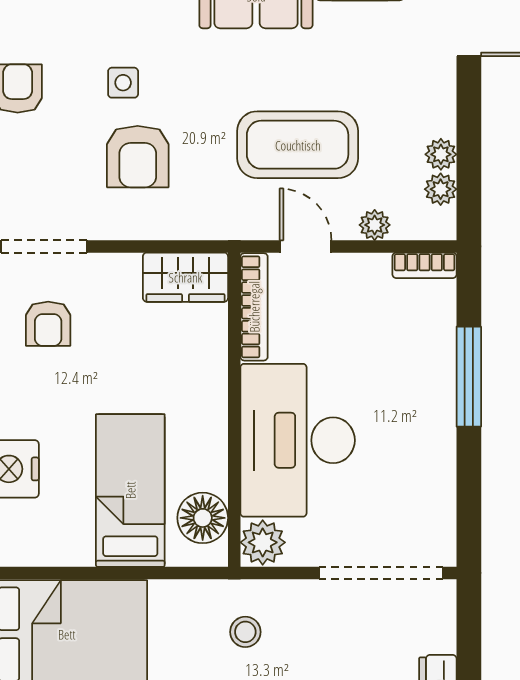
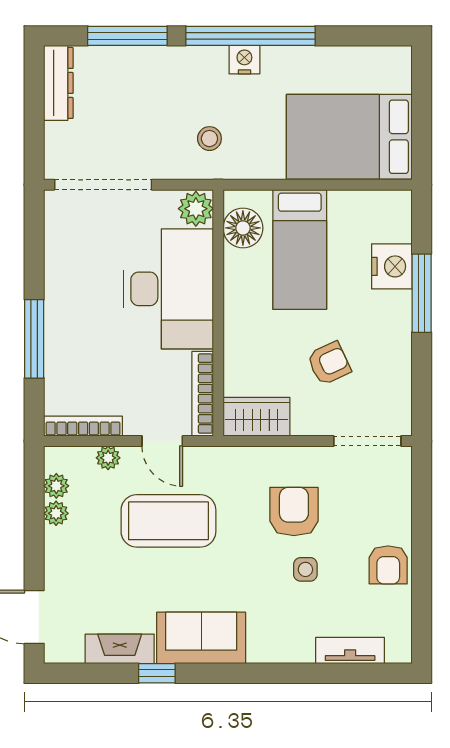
bookcase: (424, 265) -> (83, 426), width x1.56
armchair: (48, 324) -> (329, 363), moved, turned 65

